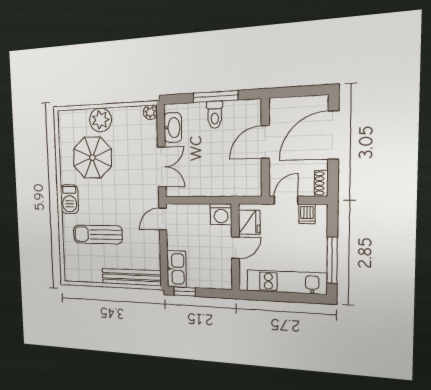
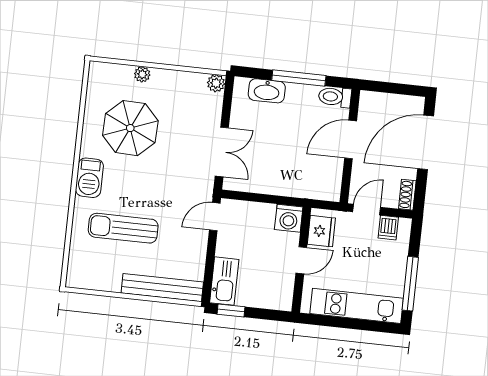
toilet: (215, 115) -> (335, 97), moved, turned 90
plant: (100, 120) -> (142, 74), width x0.53, depth x0.53
washbasin: (173, 128) -> (267, 91), moved, turned 90

